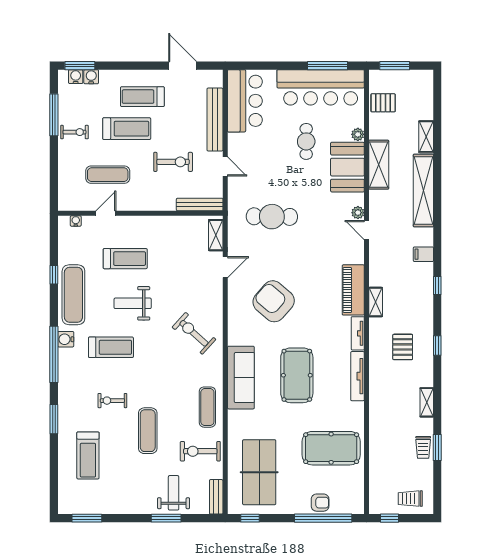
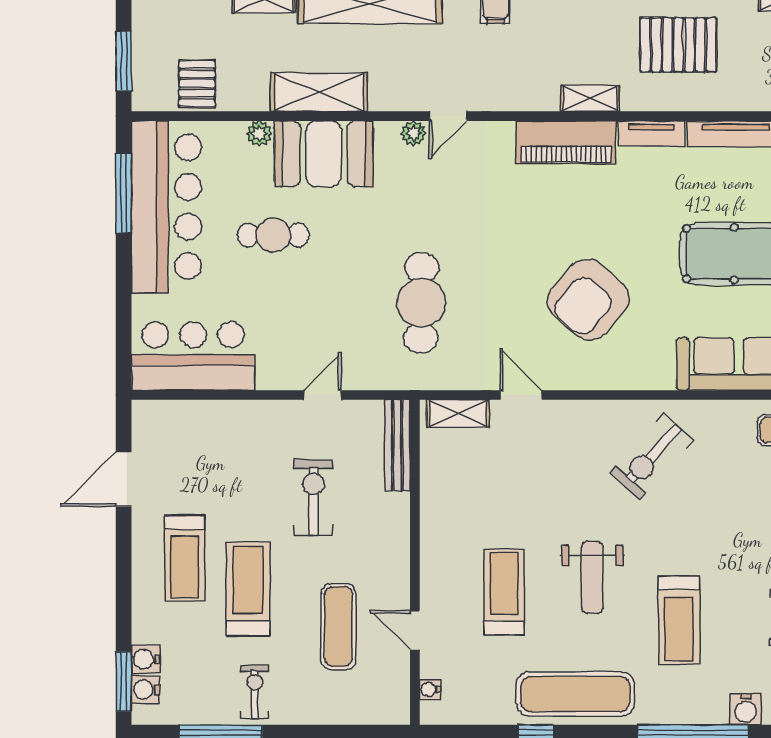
bench: (215, 120) -> (230, 415), removed
water cooler: (66, 339) -> (746, 709), moved
treadmill: (111, 347) -> (679, 620), turned 180
pallet: (403, 347) -> (678, 45), width x1.50, depth x1.42

